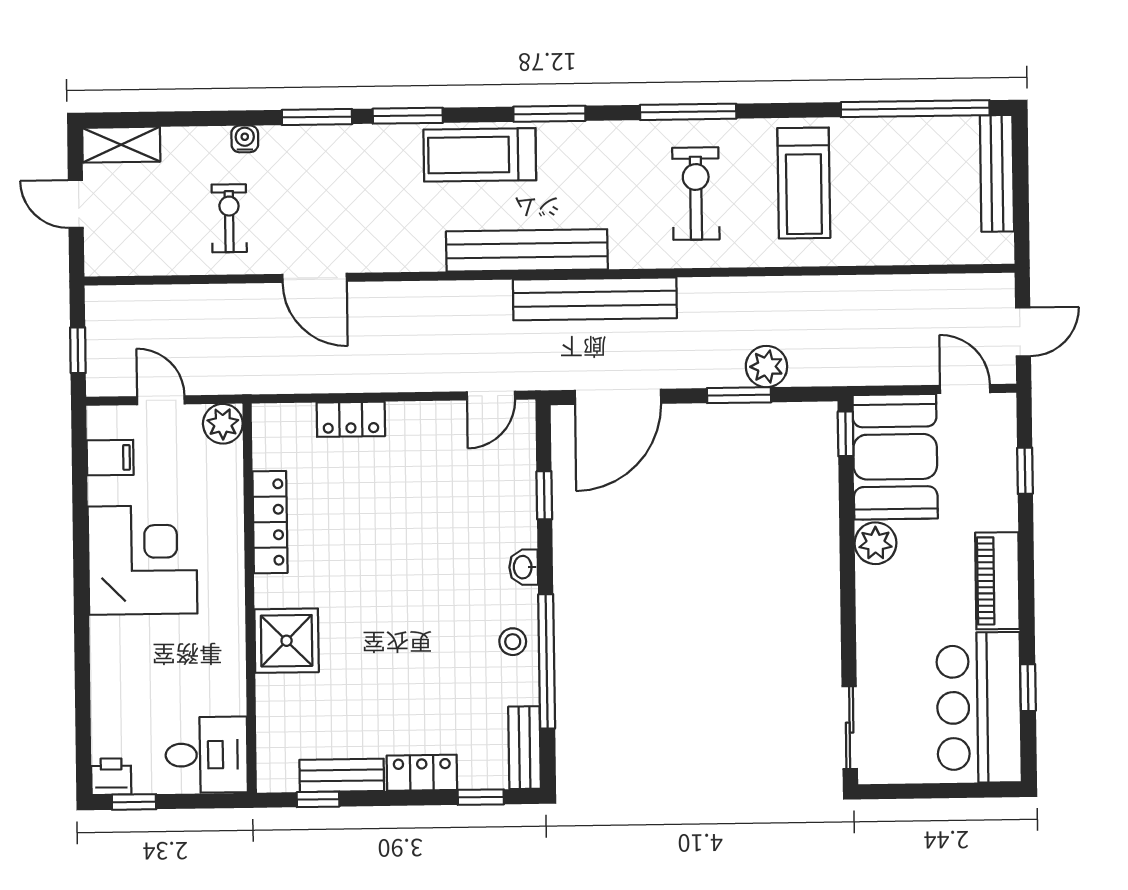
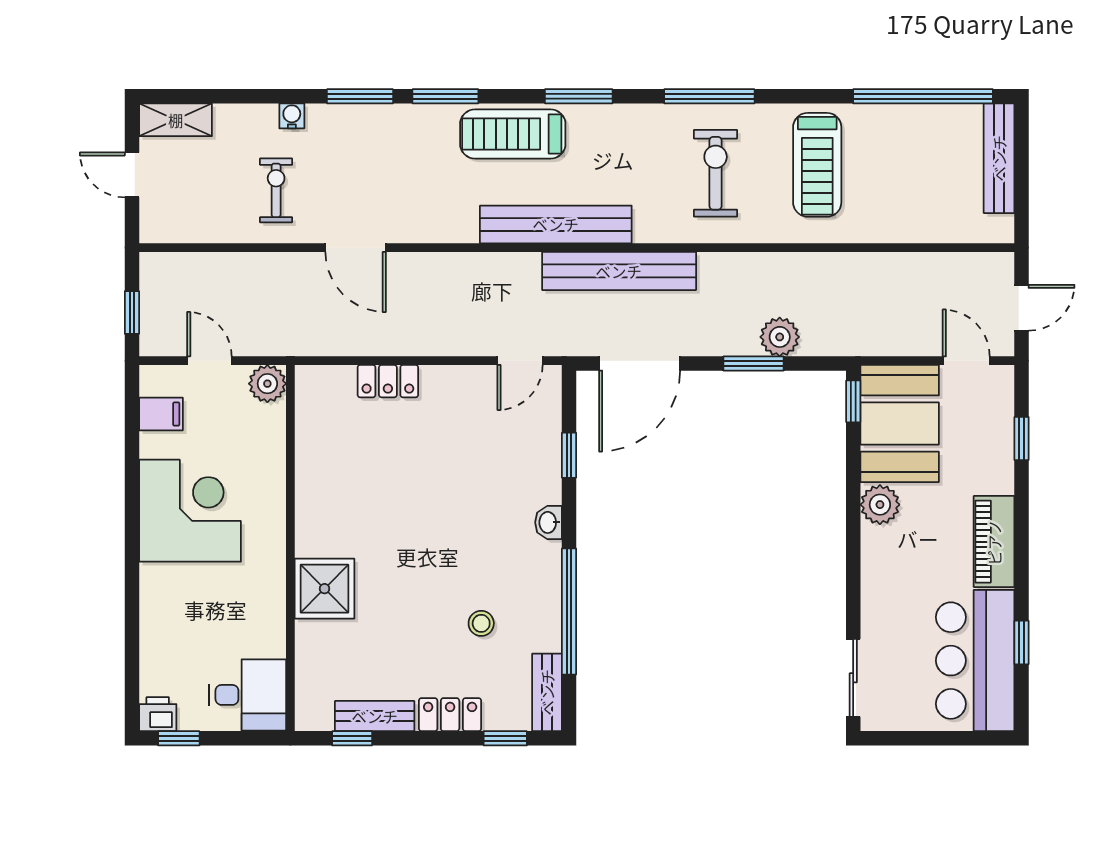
locker: (270, 522) -> (310, 477), removed
stool: (513, 642) -> (481, 623), moved

